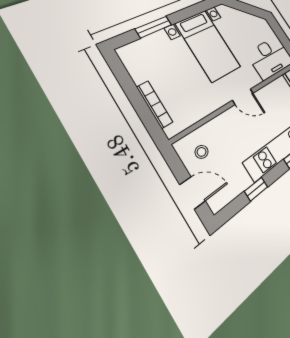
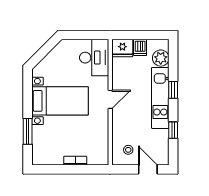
bookcase: (155, 105) -> (75, 161), width x0.64
door: (193, 193) -> (148, 169), hinge flipped

